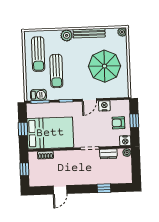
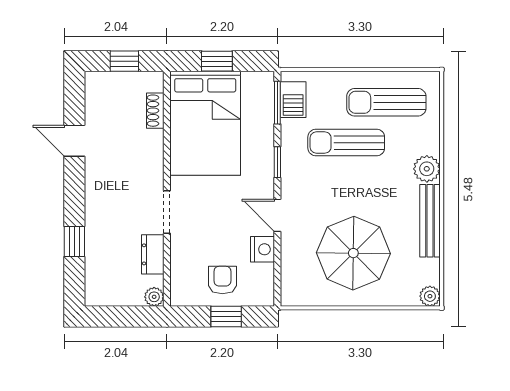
nightstand: (125, 141) -> (181, 294), removed

